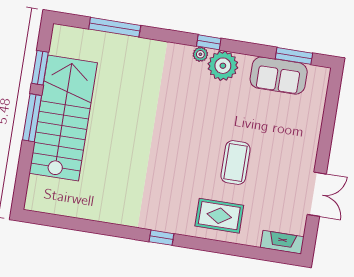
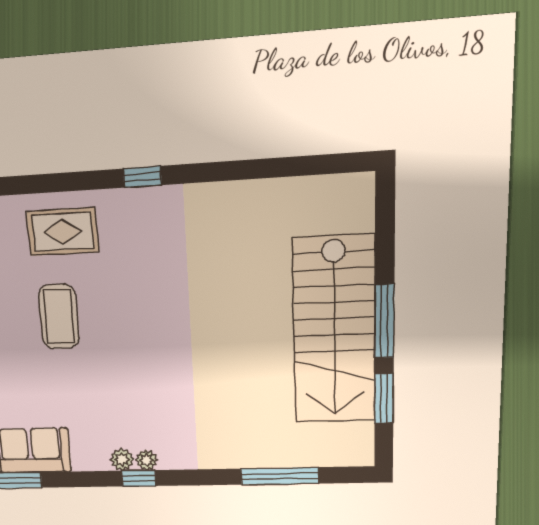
plant: (223, 66) -> (122, 460), width x0.53, depth x0.53

